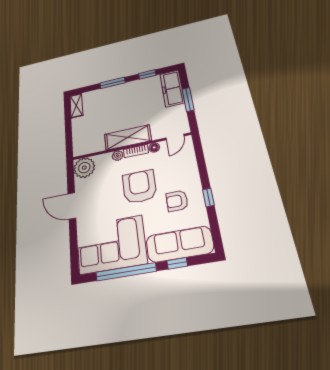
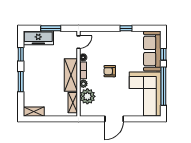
door: (175, 137) -> (79, 42), hinge flipped
shelving: (91, 148) -> (73, 103), added
plant: (84, 168) -> (87, 96), moved
armchair: (139, 187) -> (110, 71), width x0.53, depth x0.53
armchair: (177, 201) -> (124, 48), removed

